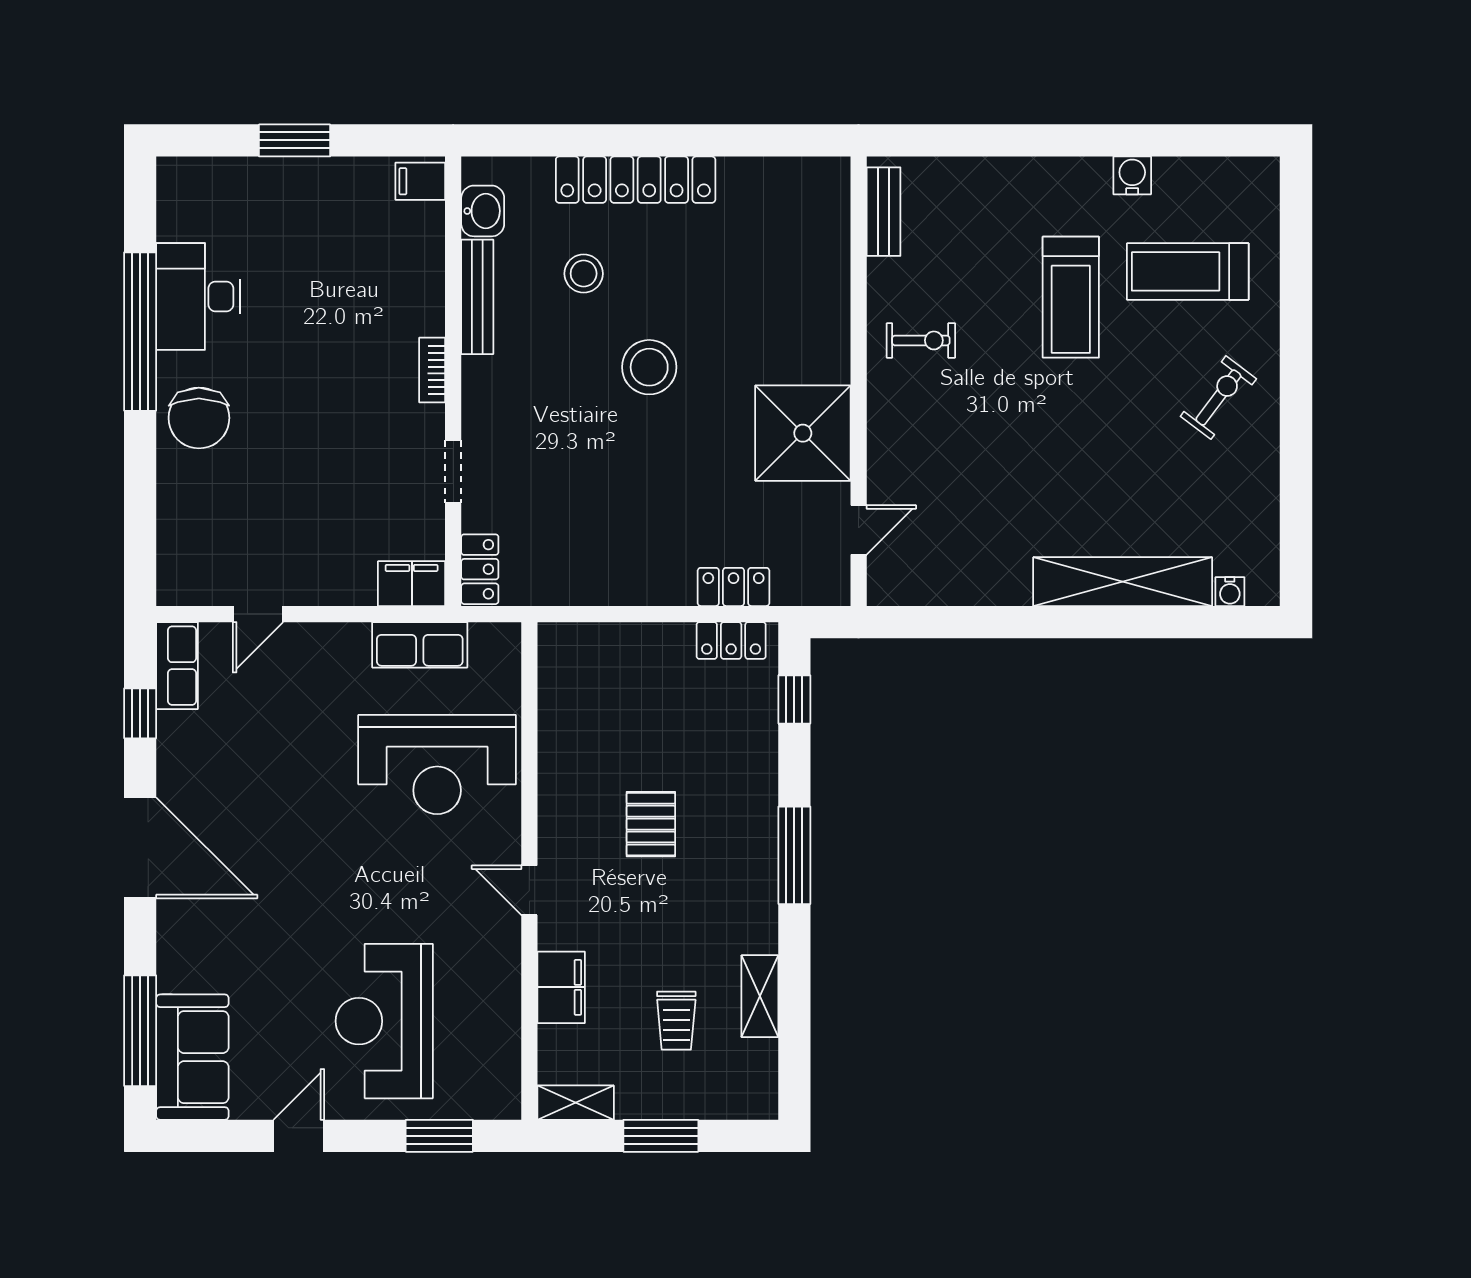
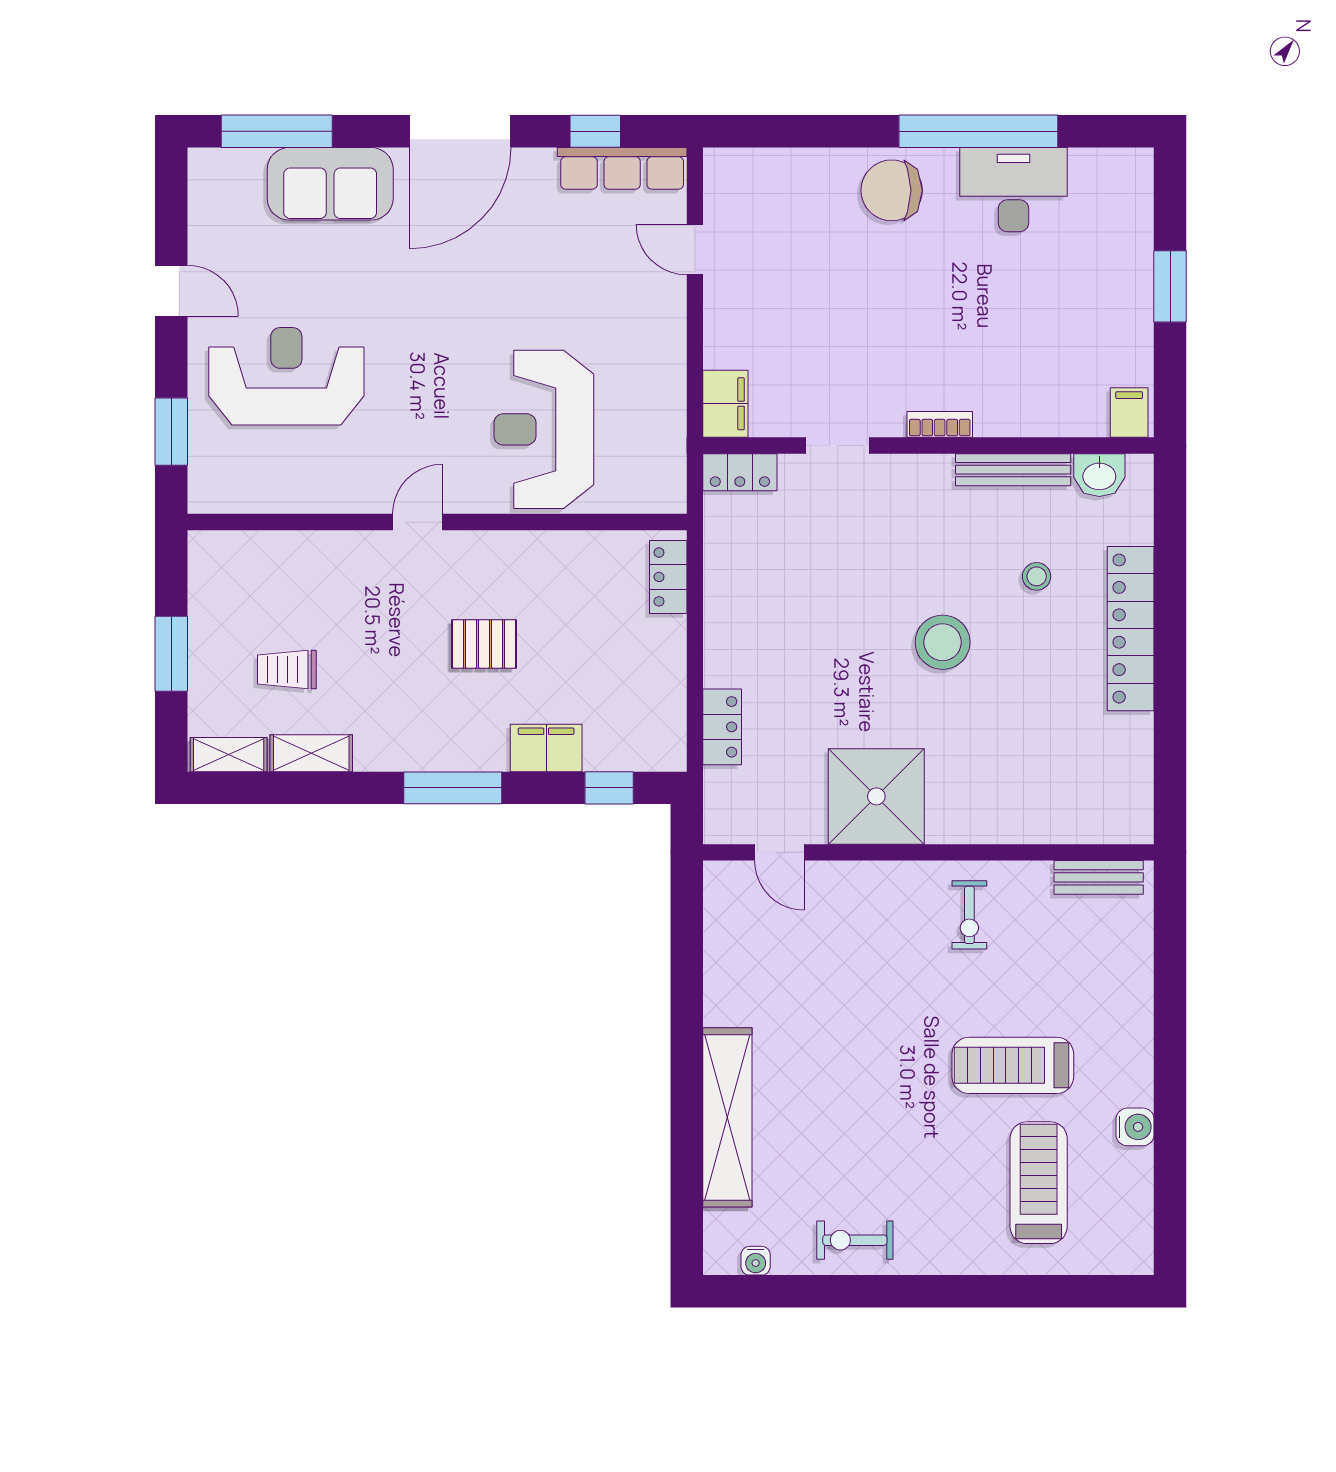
stool: (584, 274) -> (1037, 576), width x0.73, depth x0.73
exercise bike: (1218, 398) -> (855, 1240), moved, turned 143
water cooler: (1230, 592) -> (756, 1261), moved, turned -90
locker: (731, 641) -> (668, 577), moved
row of seats: (420, 645) -> (664, 412), removed
row of seats: (177, 666) -> (622, 168), width x1.48
filing cabinet: (561, 987) -> (546, 748), moved, turned 180
sofa: (192, 1057) -> (330, 184), moved
shelving: (576, 1103) -> (229, 755), moved, turned 90

